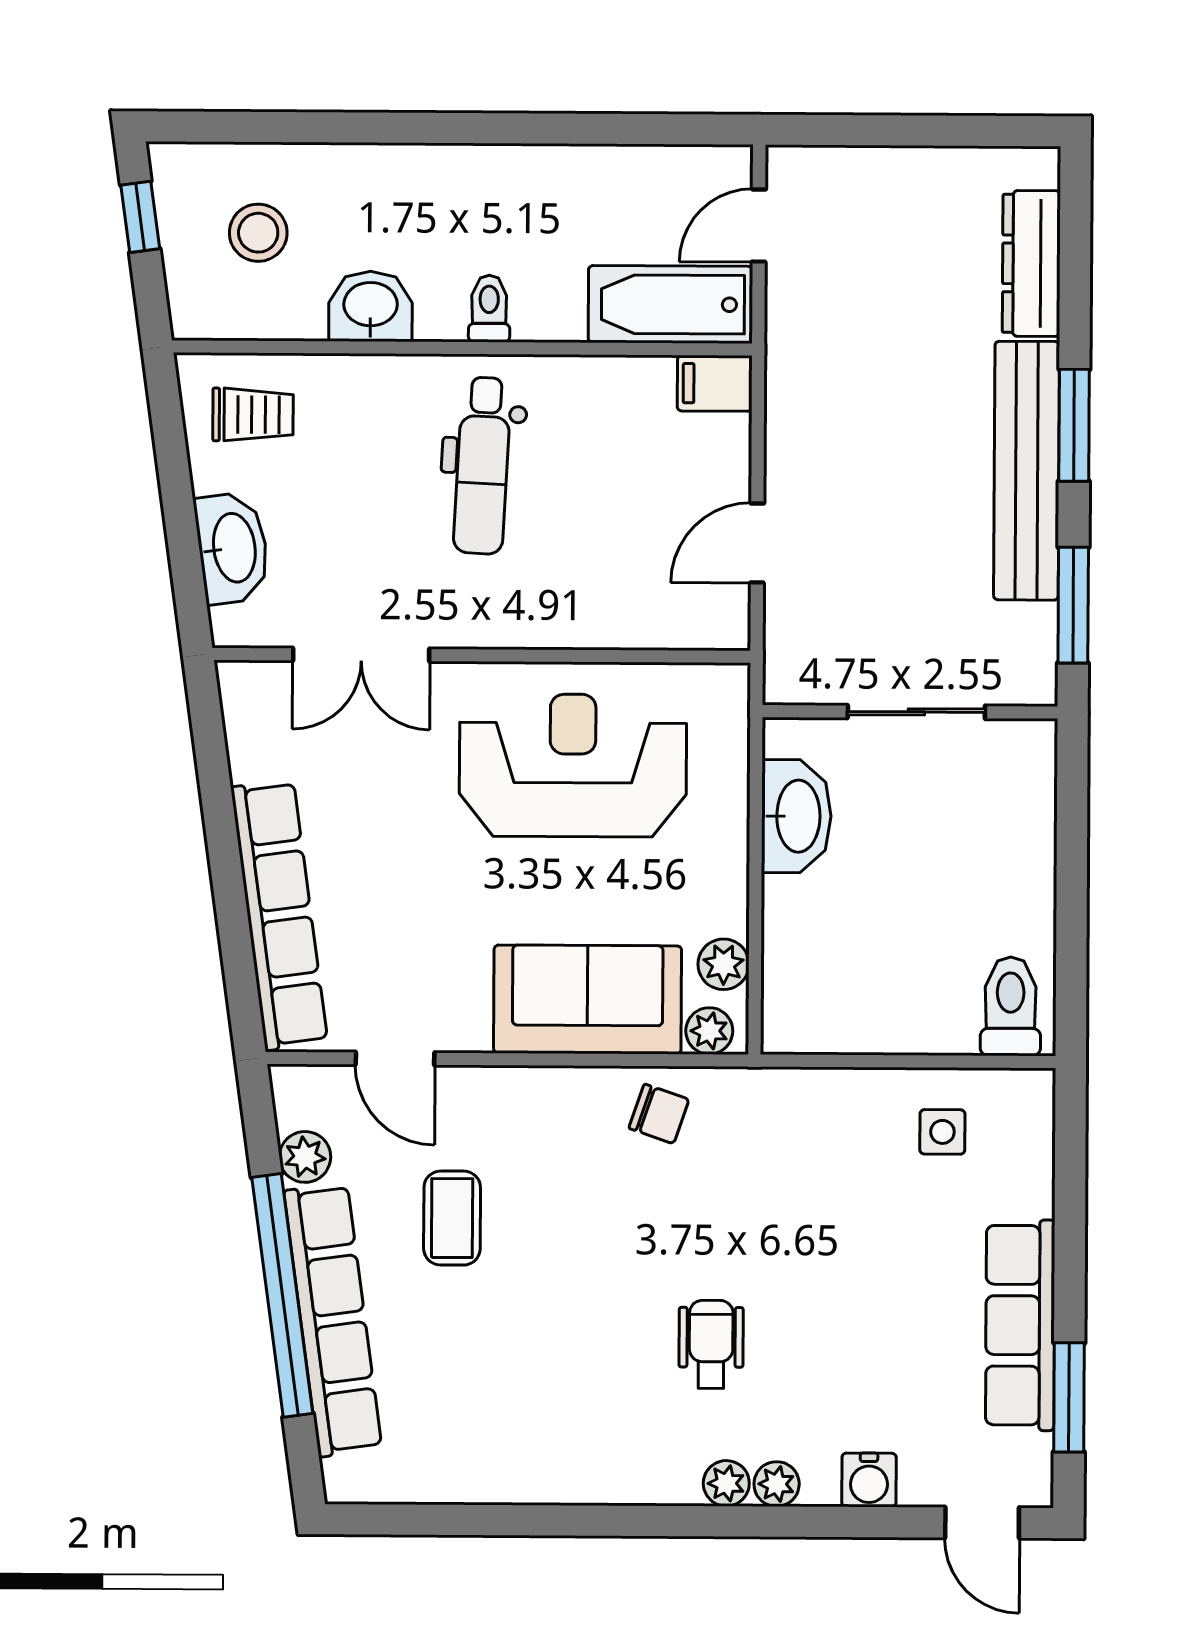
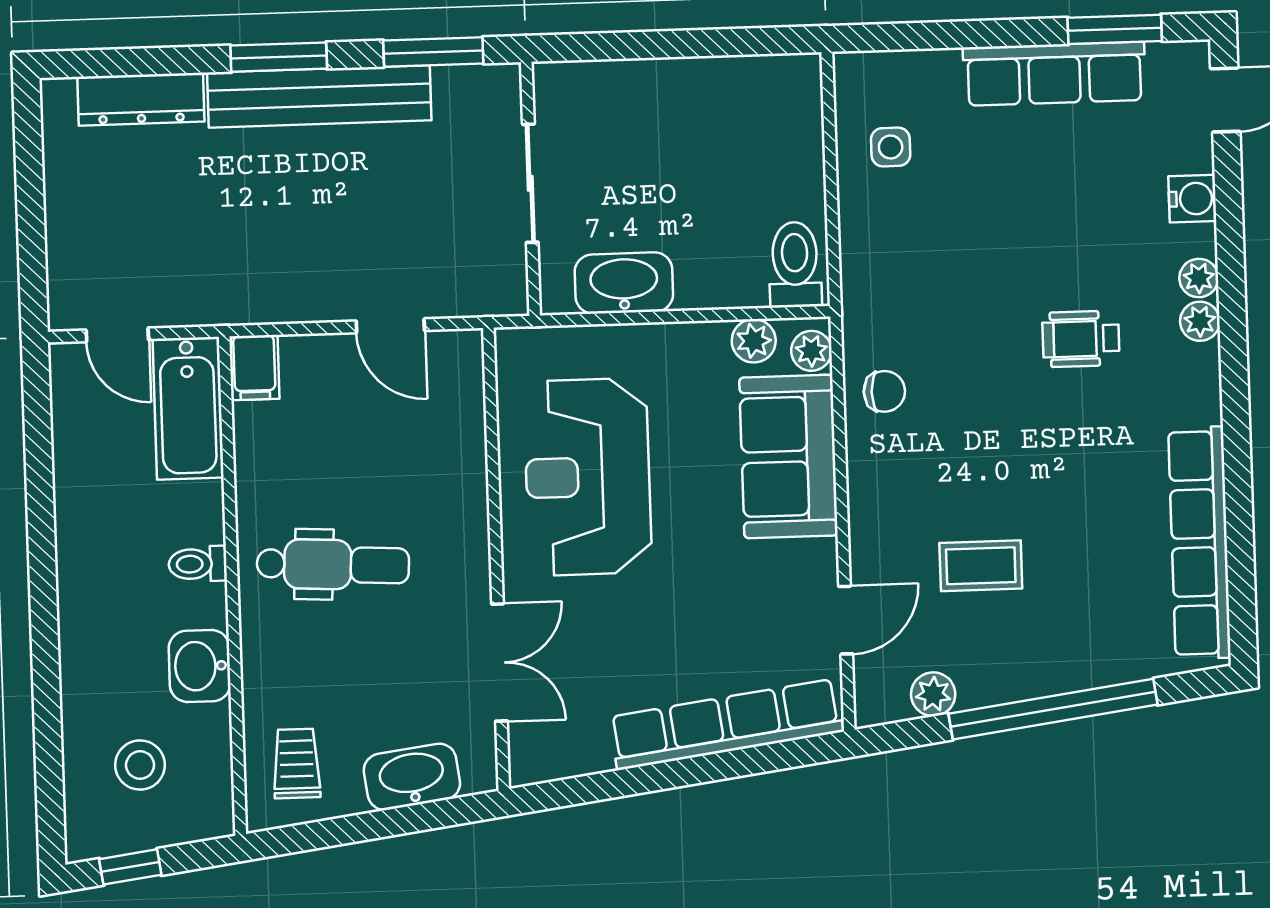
toilet: (1011, 1006) -> (795, 265), moved, turned 90
chair: (659, 1114) -> (884, 391), turned 71
row of seats: (333, 1320) -> (1199, 543), moved, turned -82

